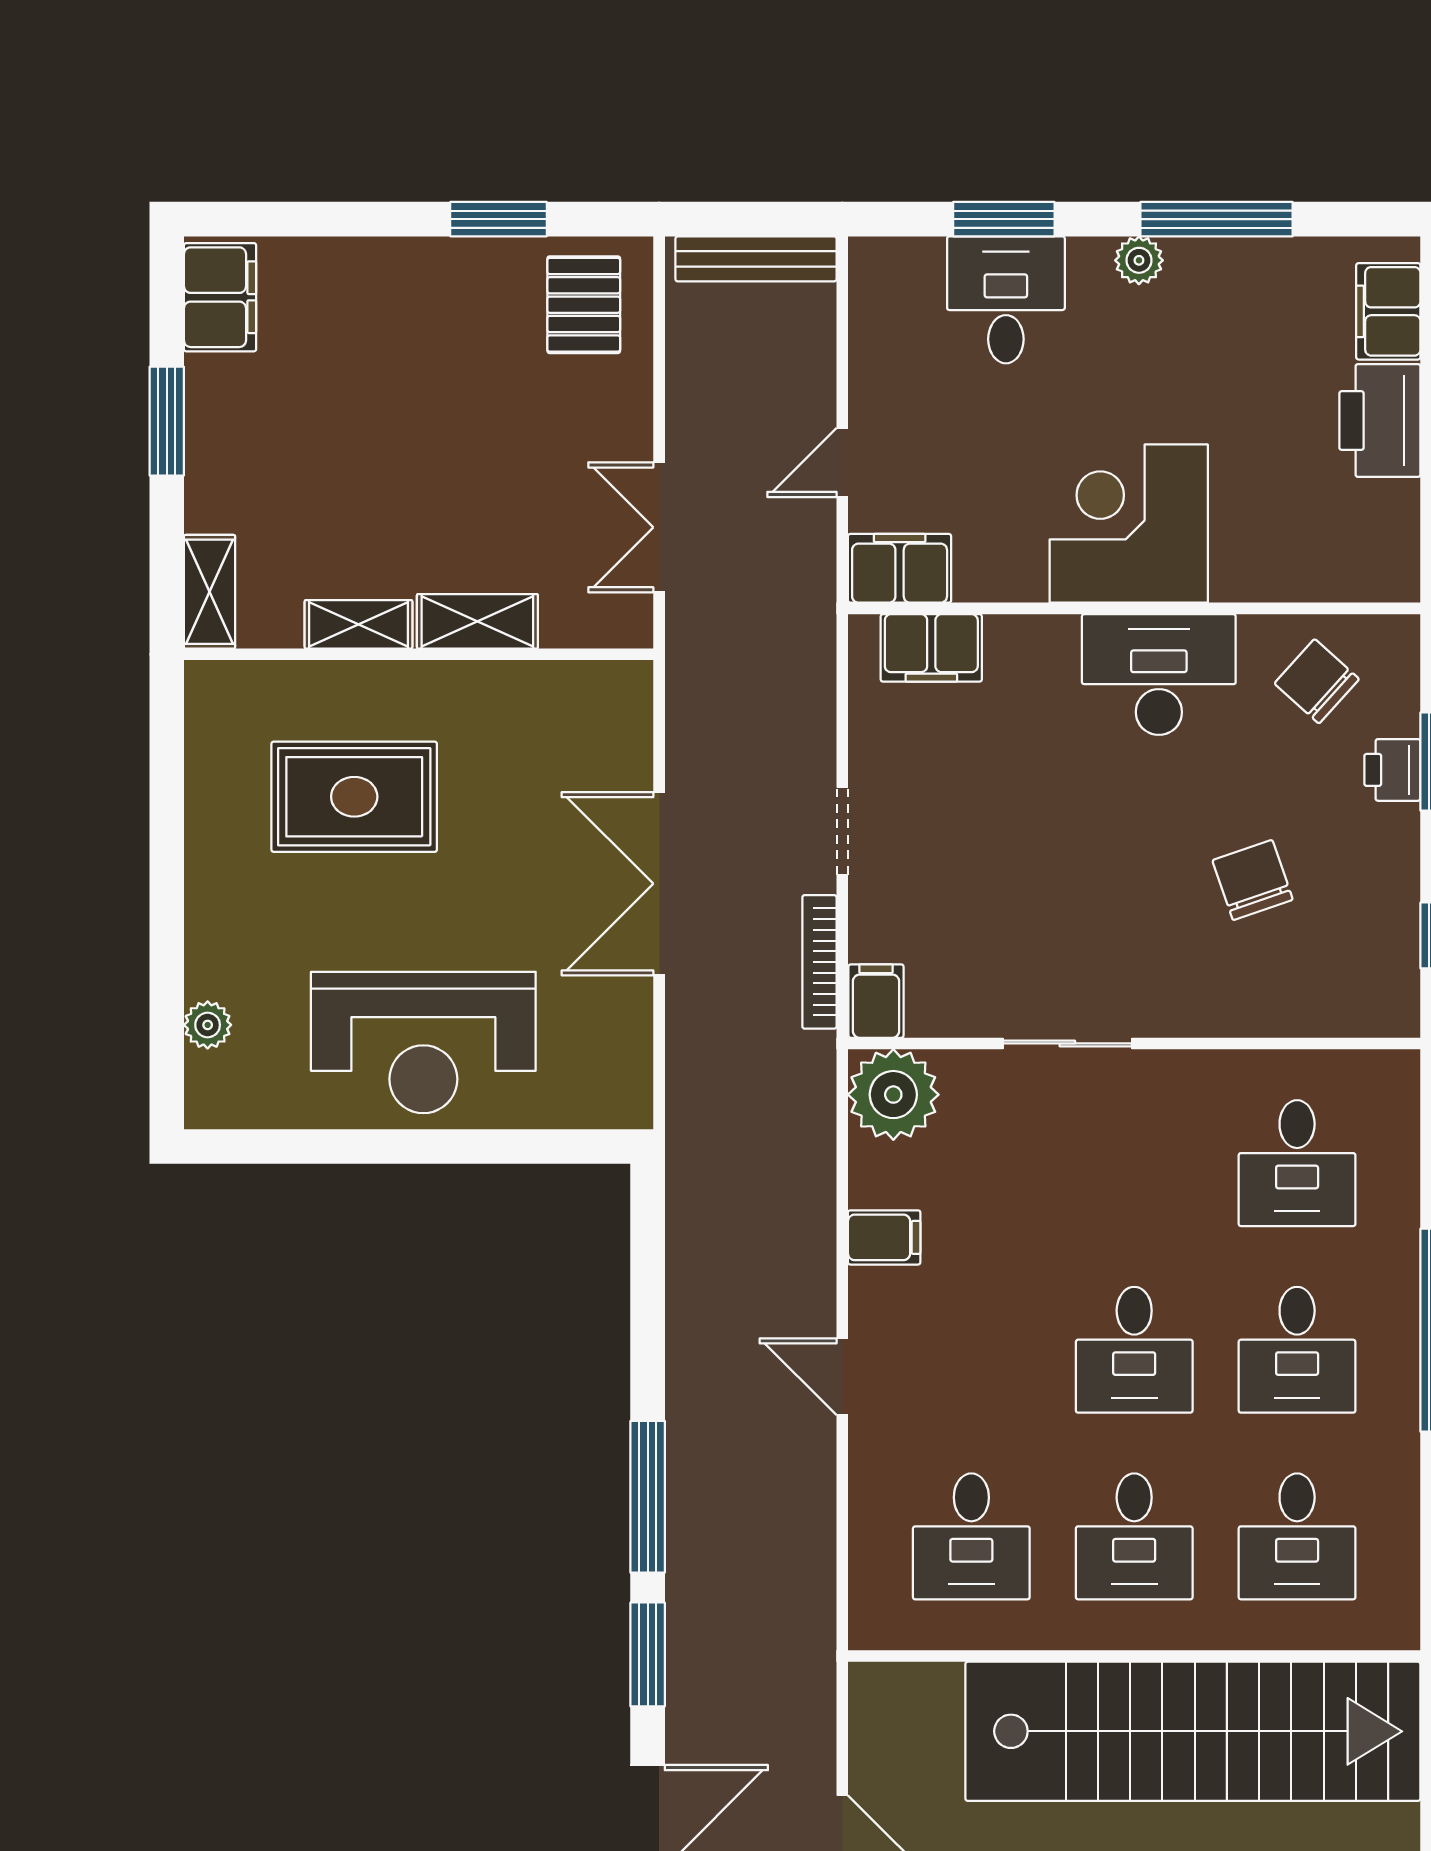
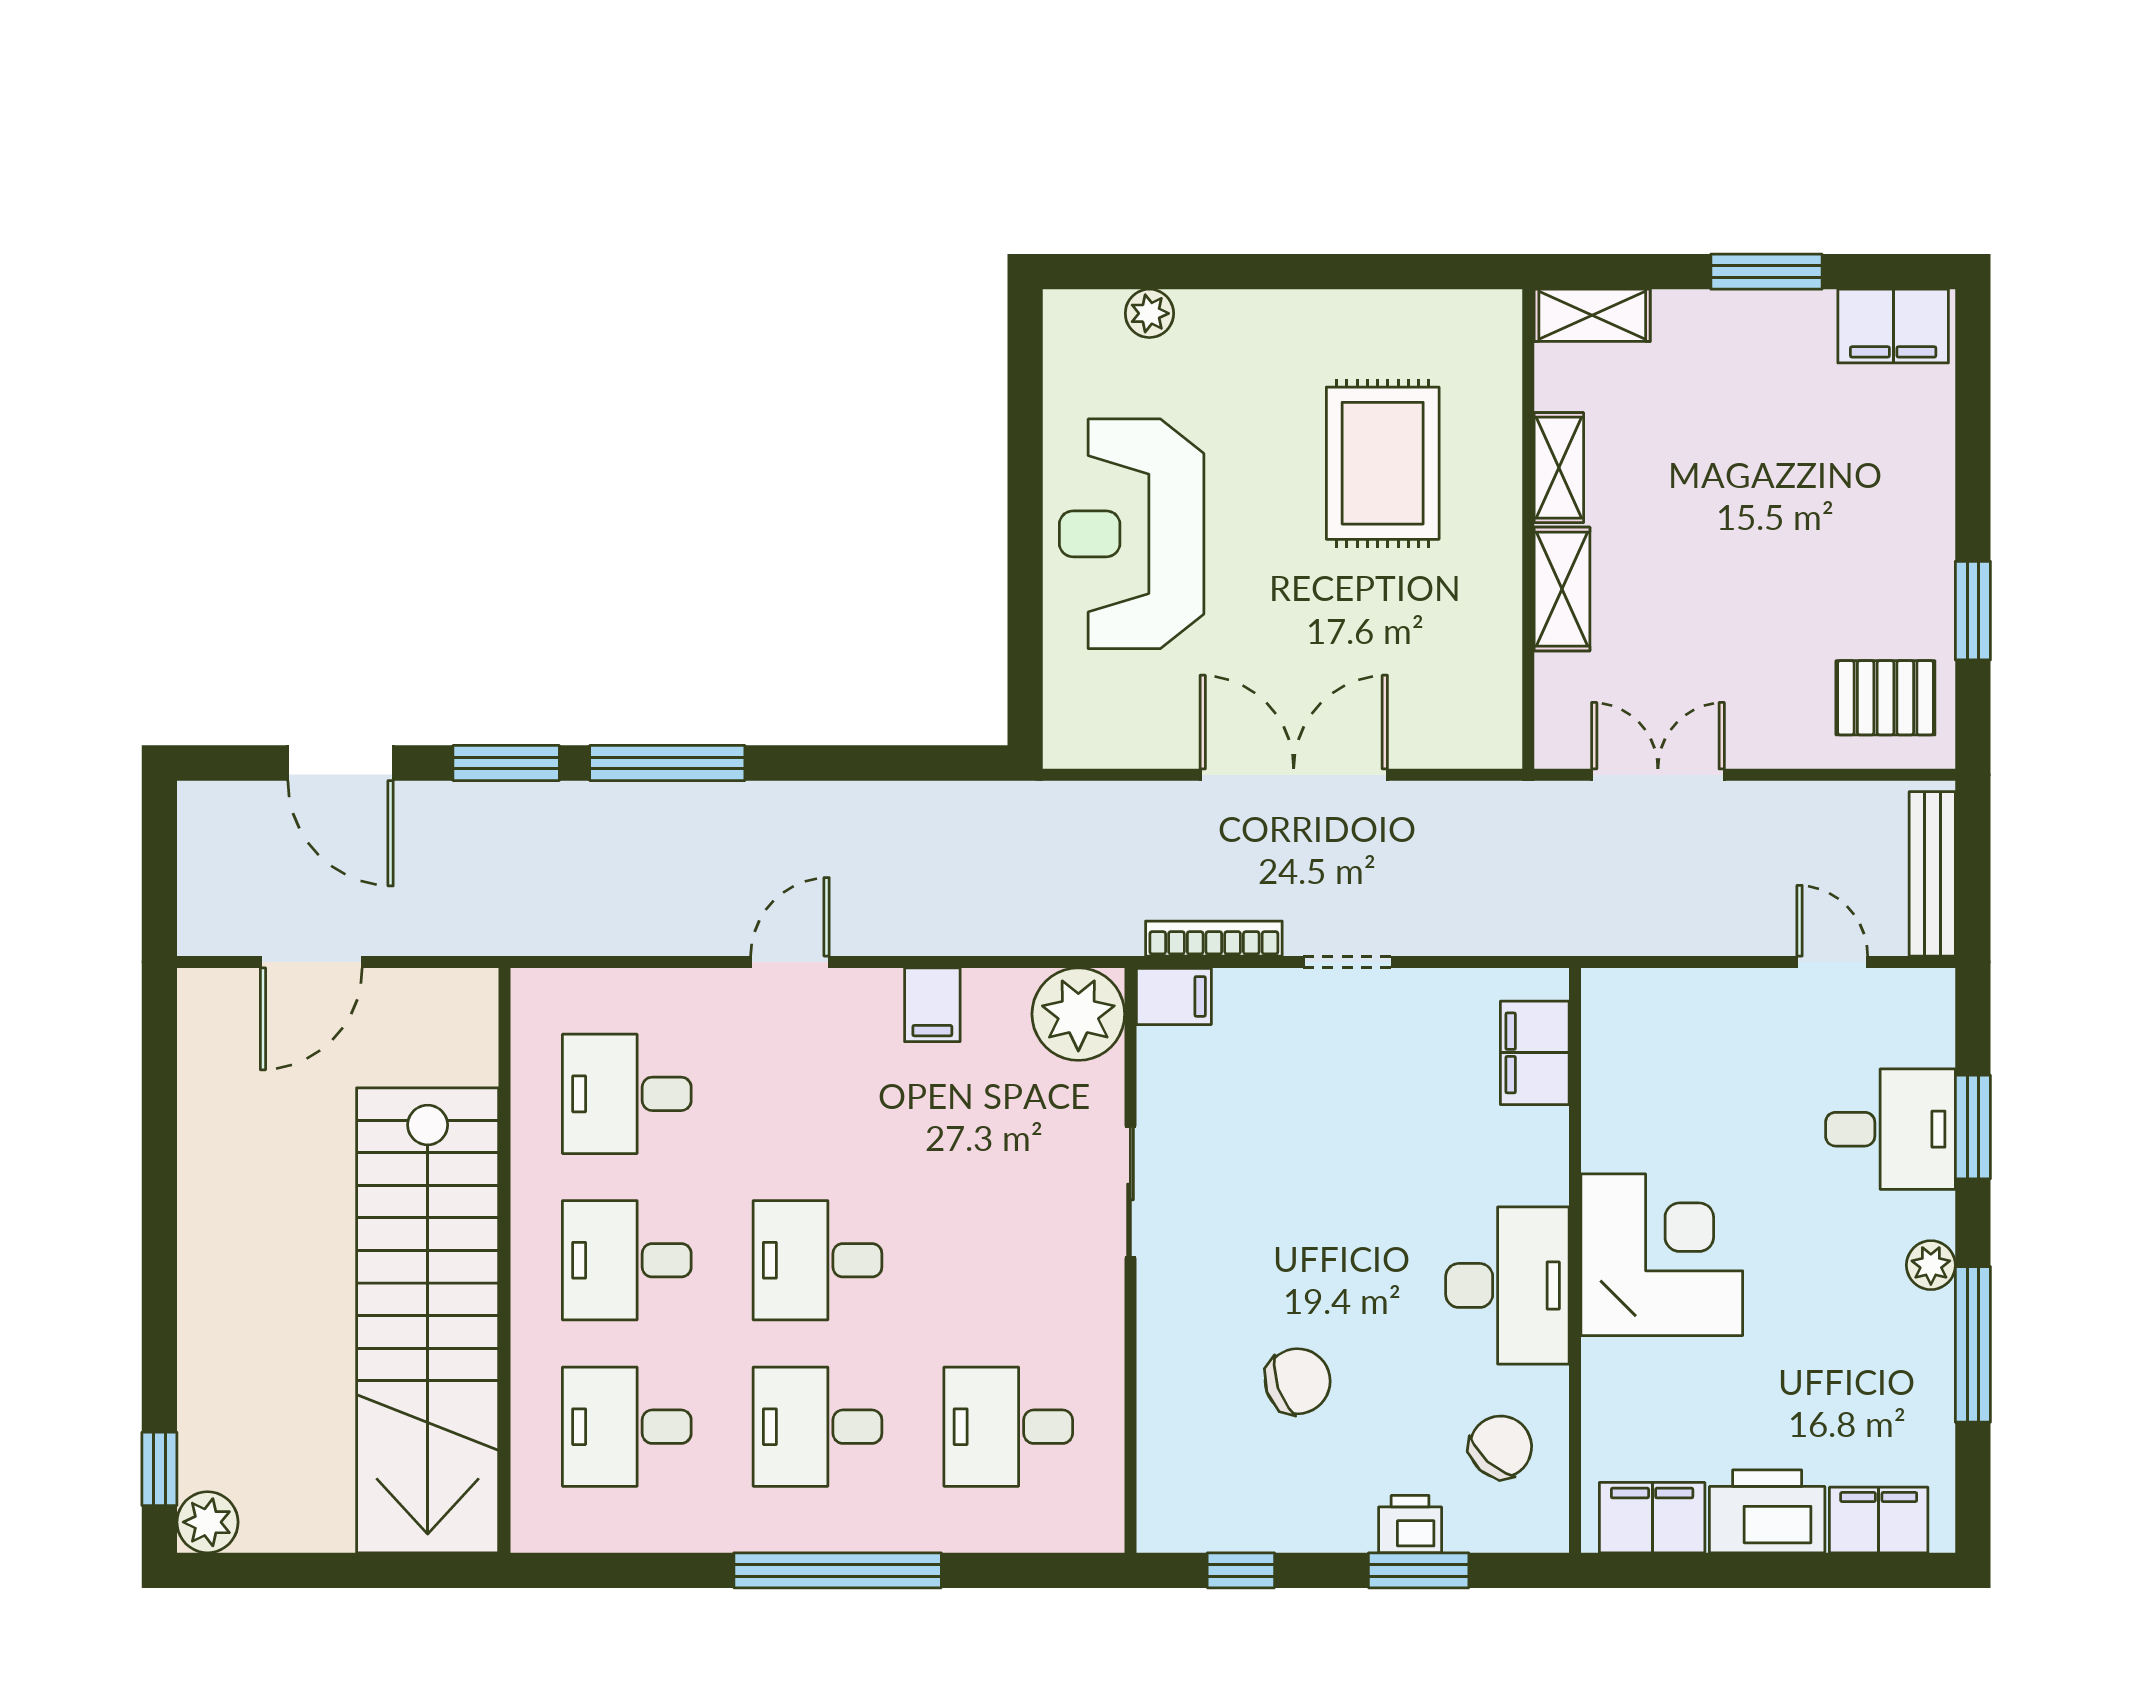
door: (842, 462) -> (1832, 962), moved
filing cabinet: (900, 568) -> (1652, 1518), moved, turned -90

